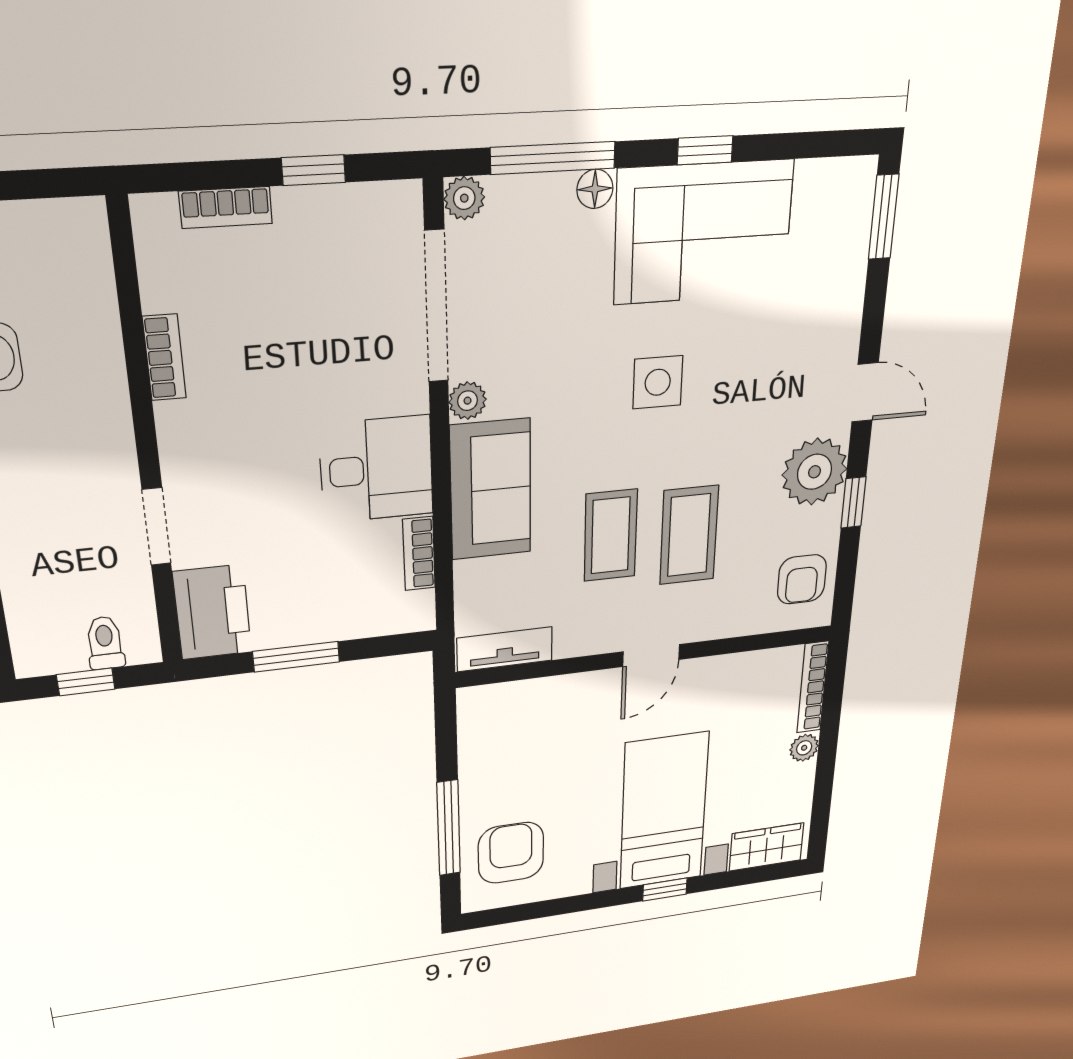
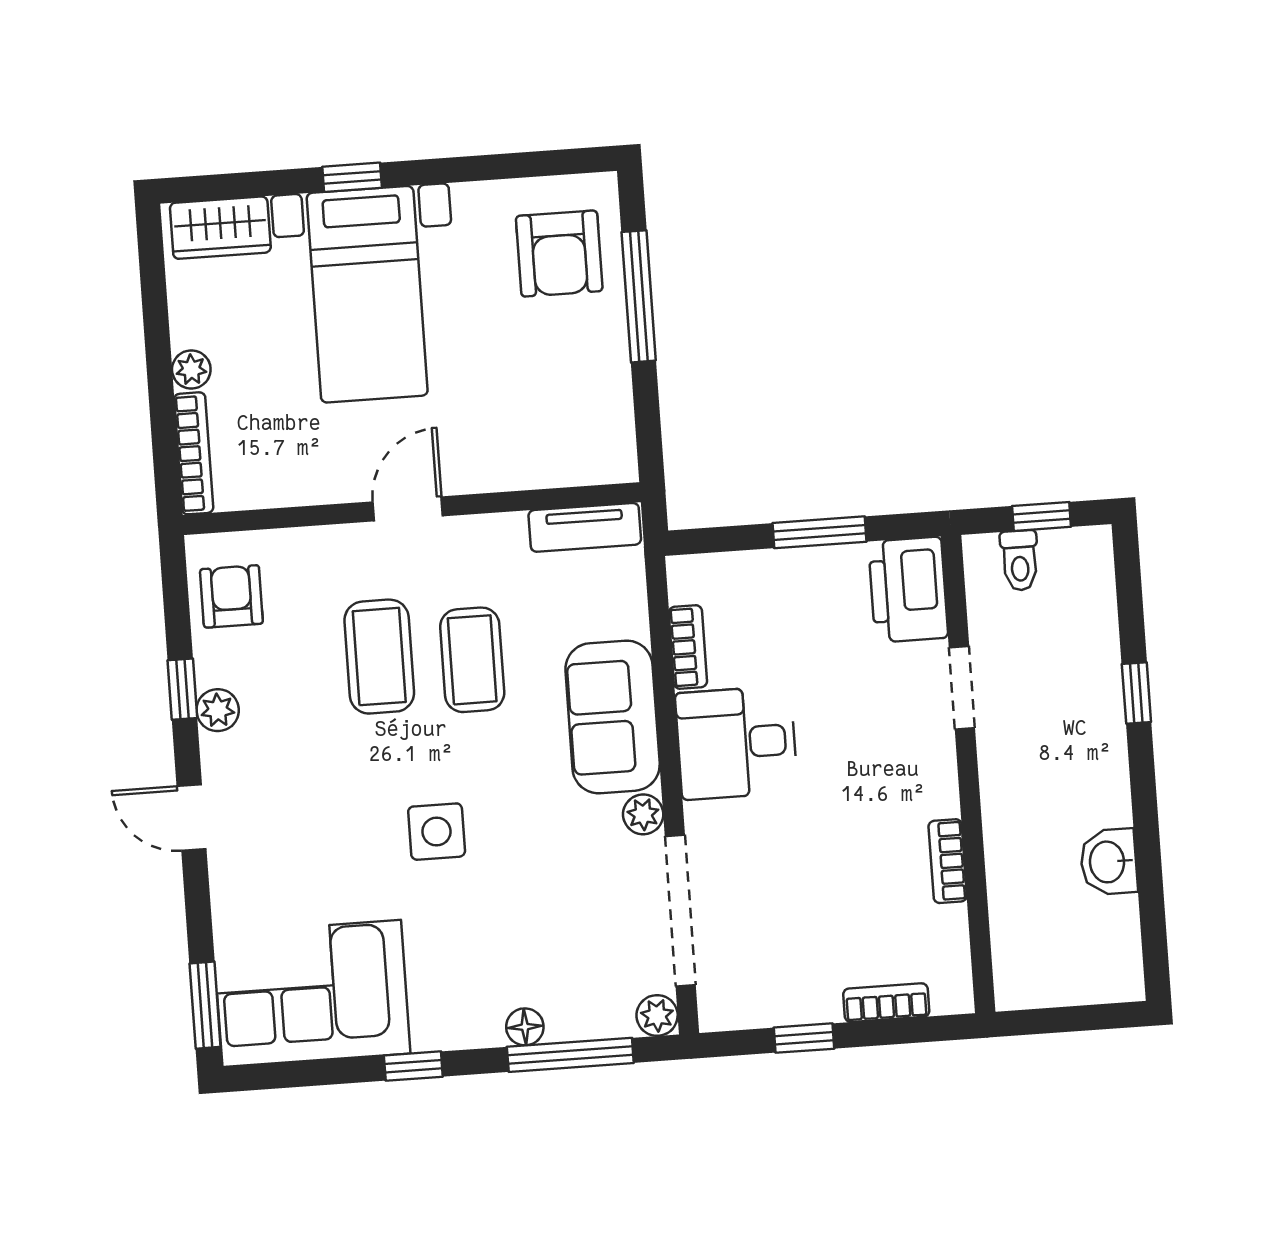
corner sofa: (703, 232) -> (312, 993), moved
plant: (815, 472) -> (218, 710), width x0.53, depth x0.53

